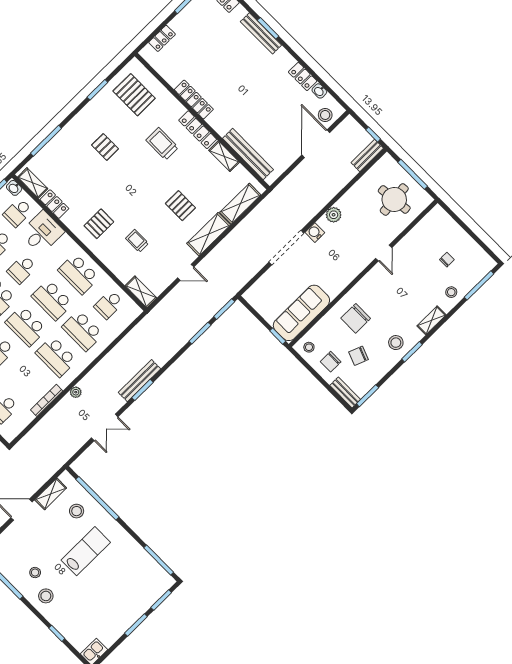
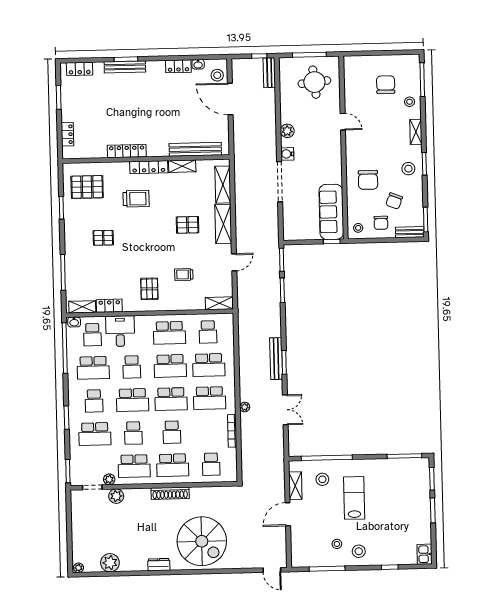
trolley: (162, 144) -> (136, 199), turned 180
chair: (447, 260) -> (386, 85), width x1.87, depth x1.87

